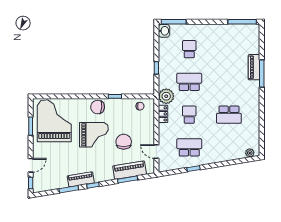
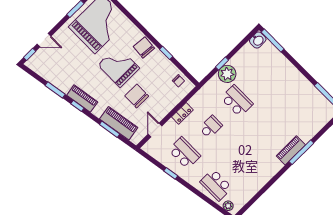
school desk: (189, 49) -> (263, 75), removed
piano: (254, 67) -> (291, 150), moved
plant: (166, 96) -> (227, 74), moved
locker: (163, 114) -> (182, 113), moved
school desk: (229, 115) -> (216, 185), moved
grand piano: (94, 135) -> (119, 67), turned 180
chair: (124, 142) -> (137, 96), turned -90
piano: (81, 179) -> (82, 99), moved

